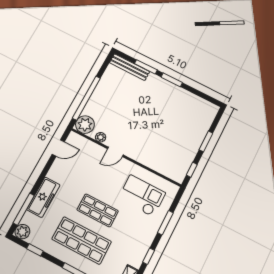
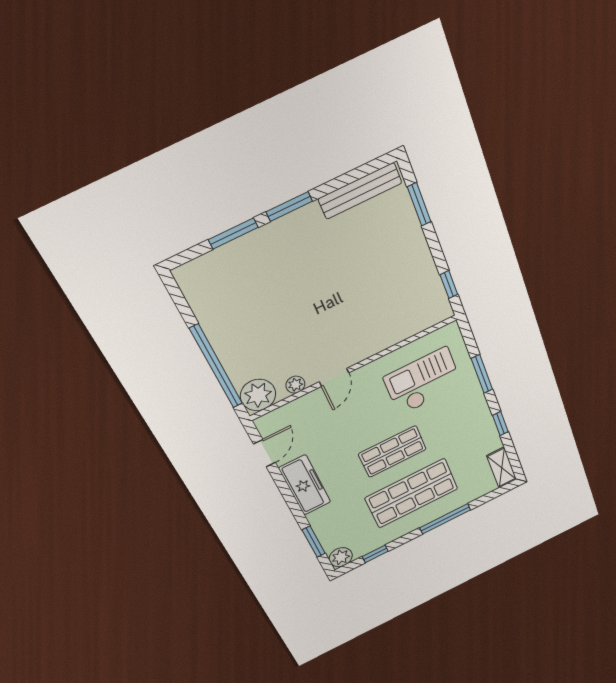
bench: (130, 67) -> (360, 191), moved
window: (206, 141) -> (419, 204), moved
freezer: (43, 197) -> (305, 485), moved
window: (24, 209) -> (314, 542), width x0.69

